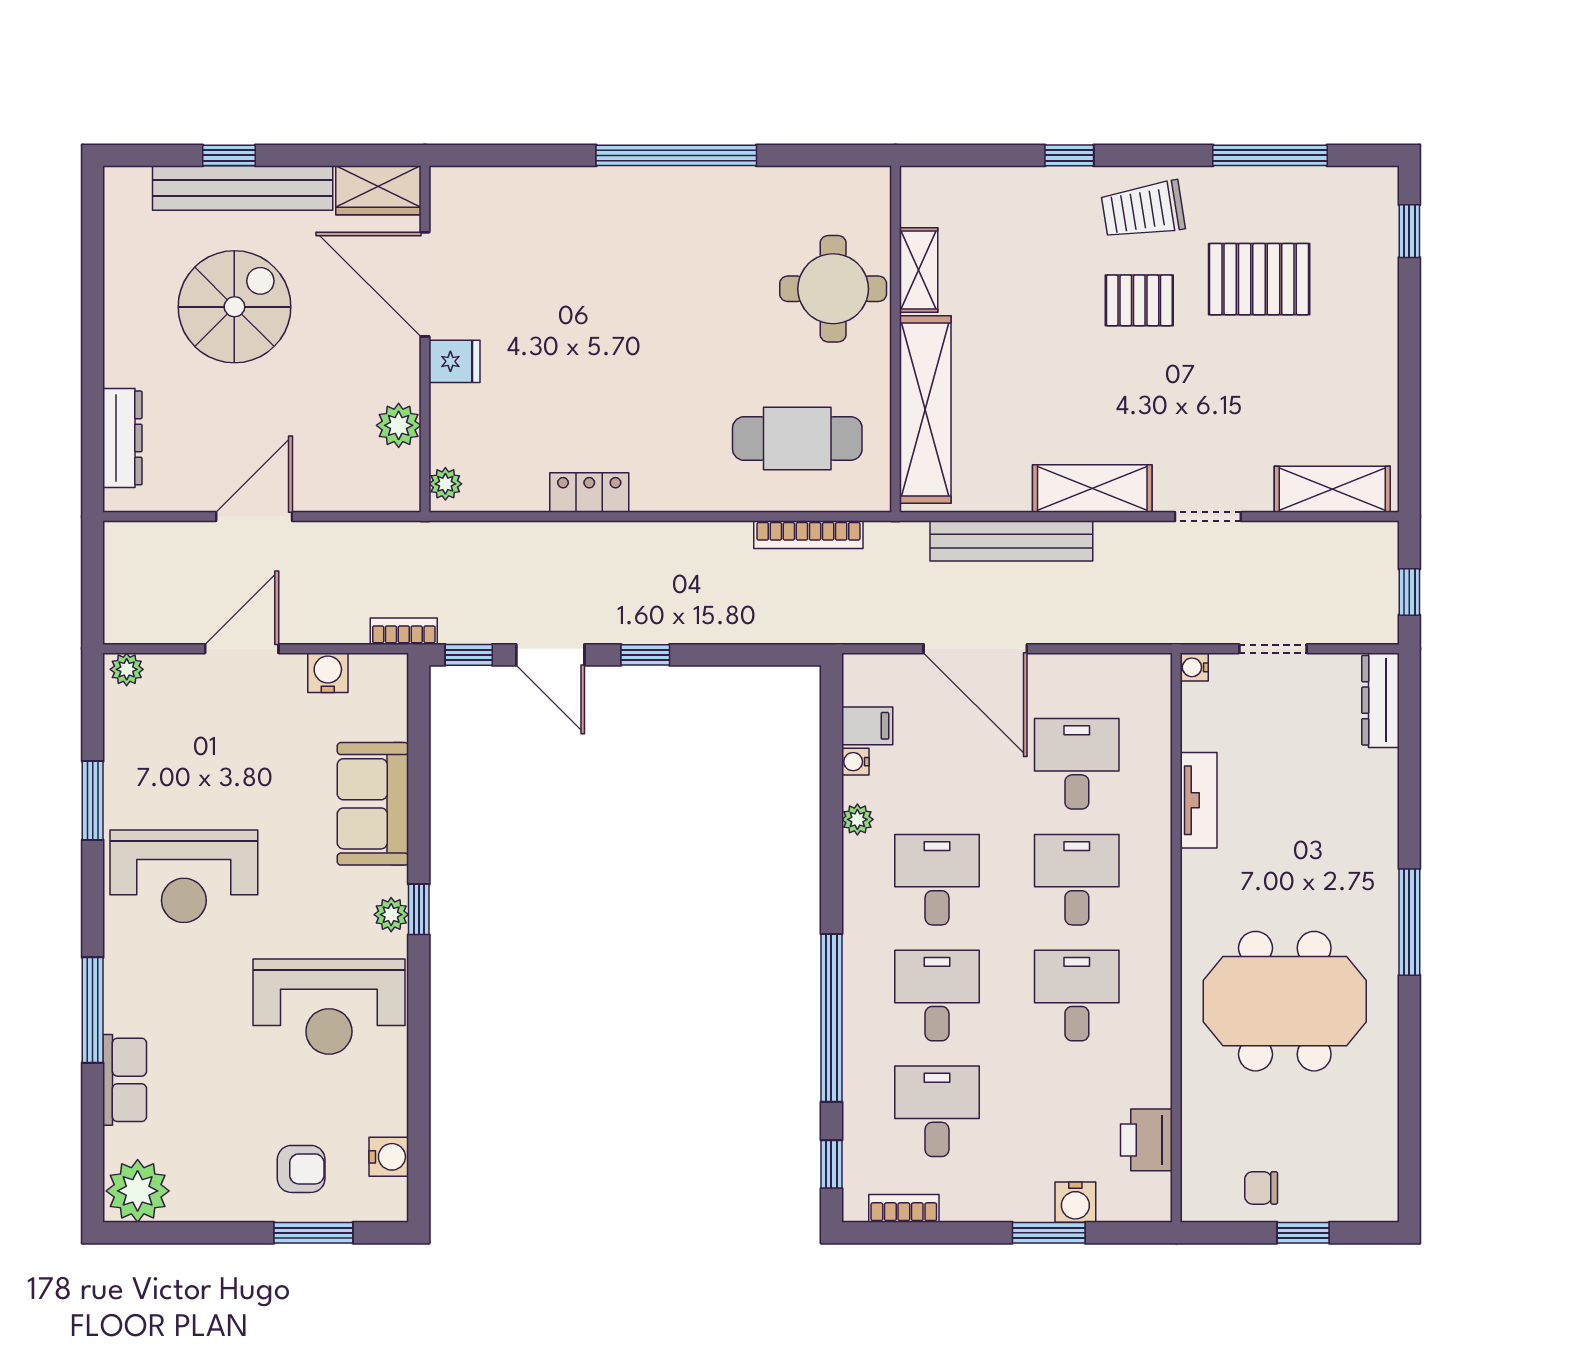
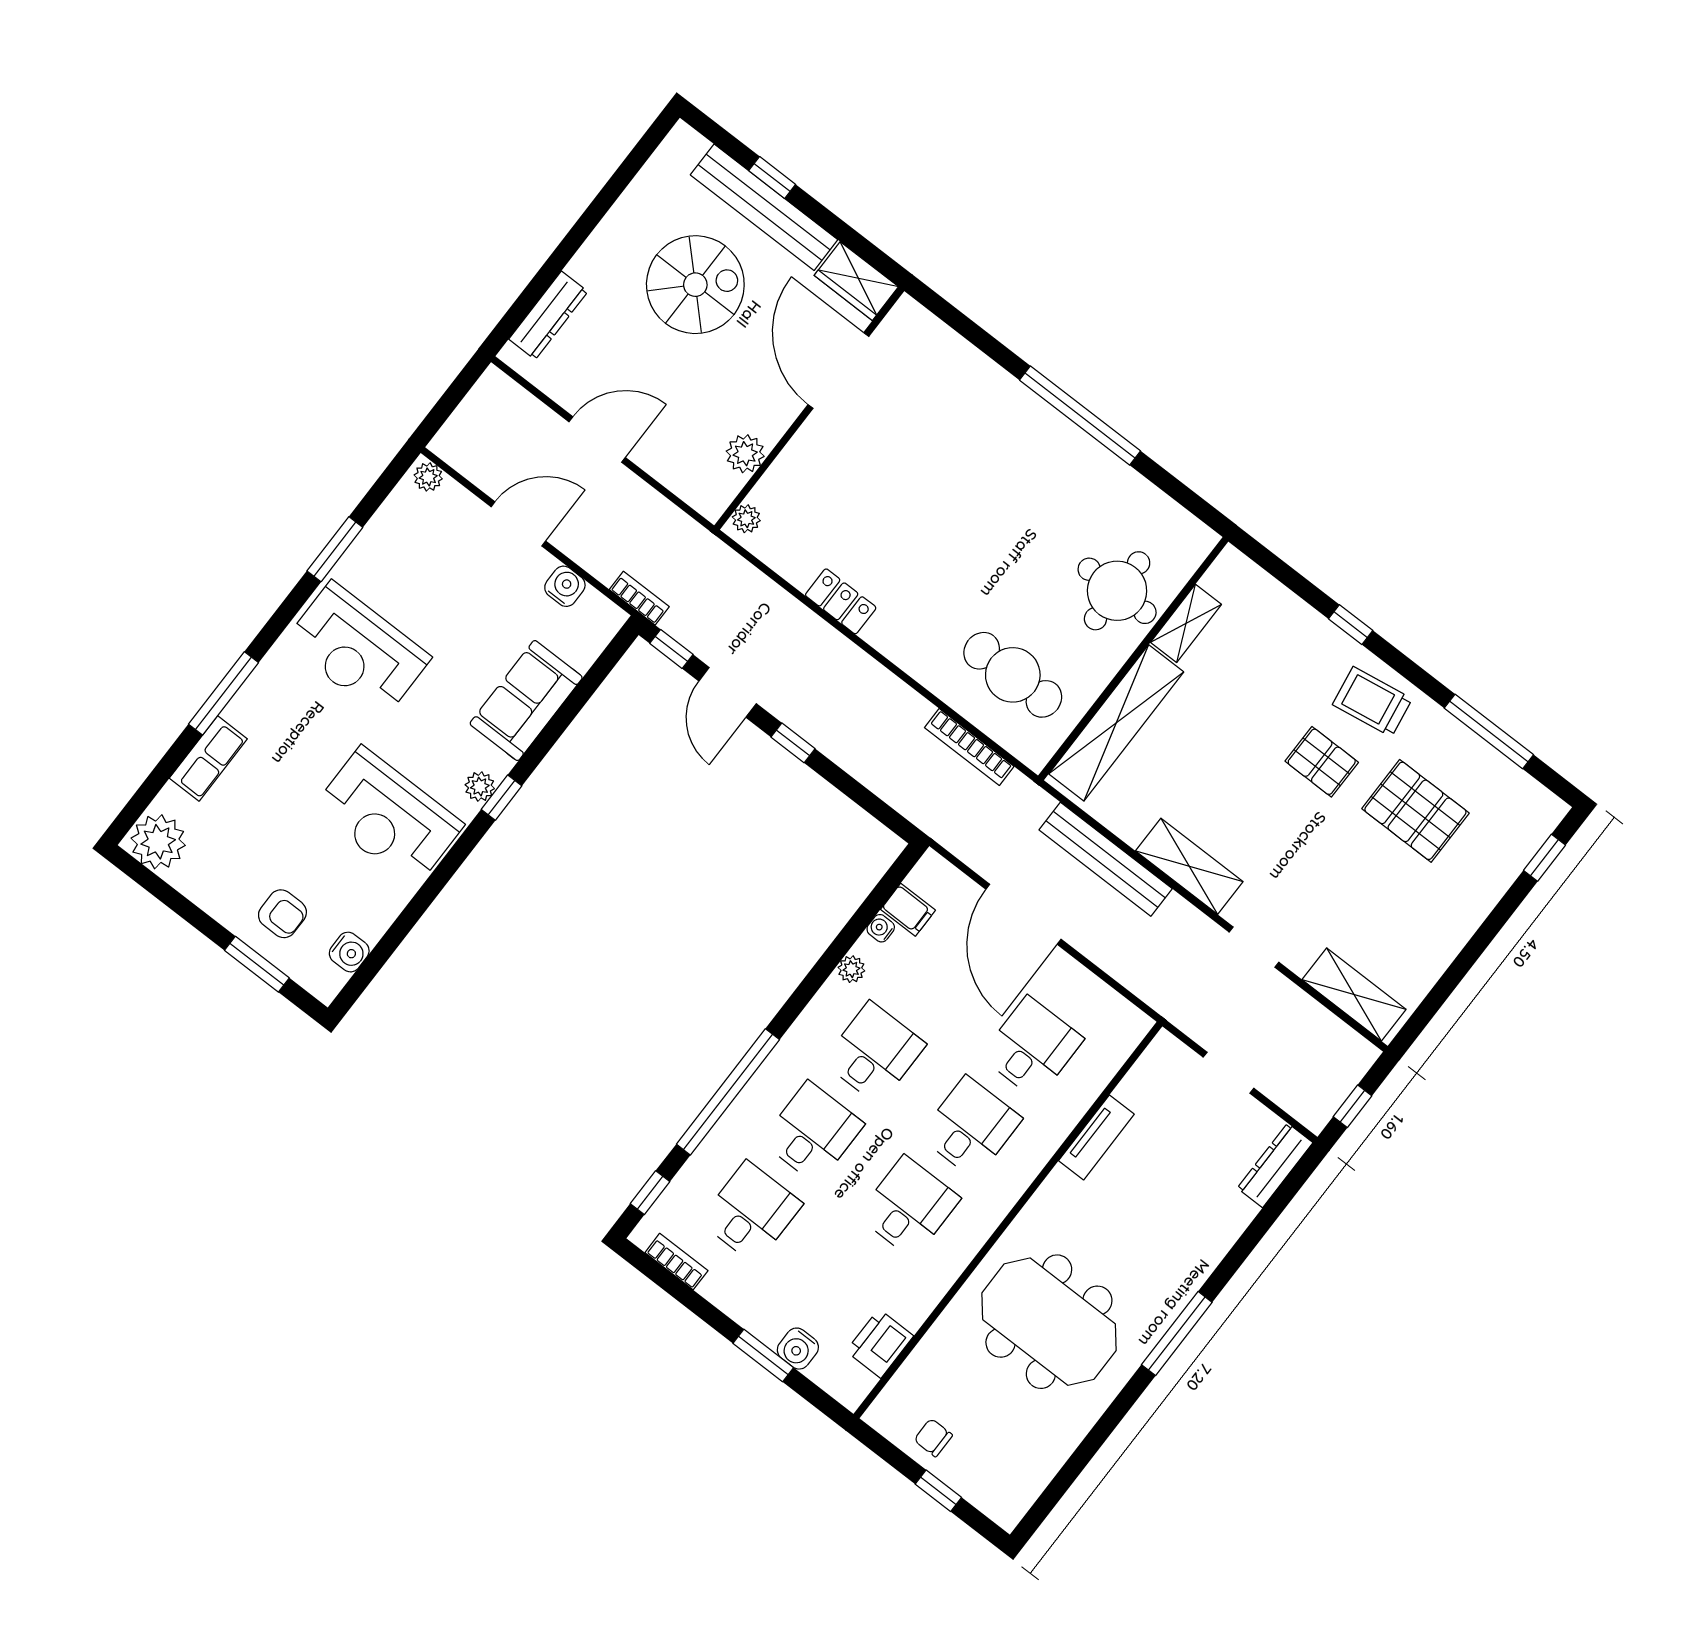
fridge: (454, 361) -> (818, 439), removed
water cooler: (1194, 667) -> (1164, 1044), removed

